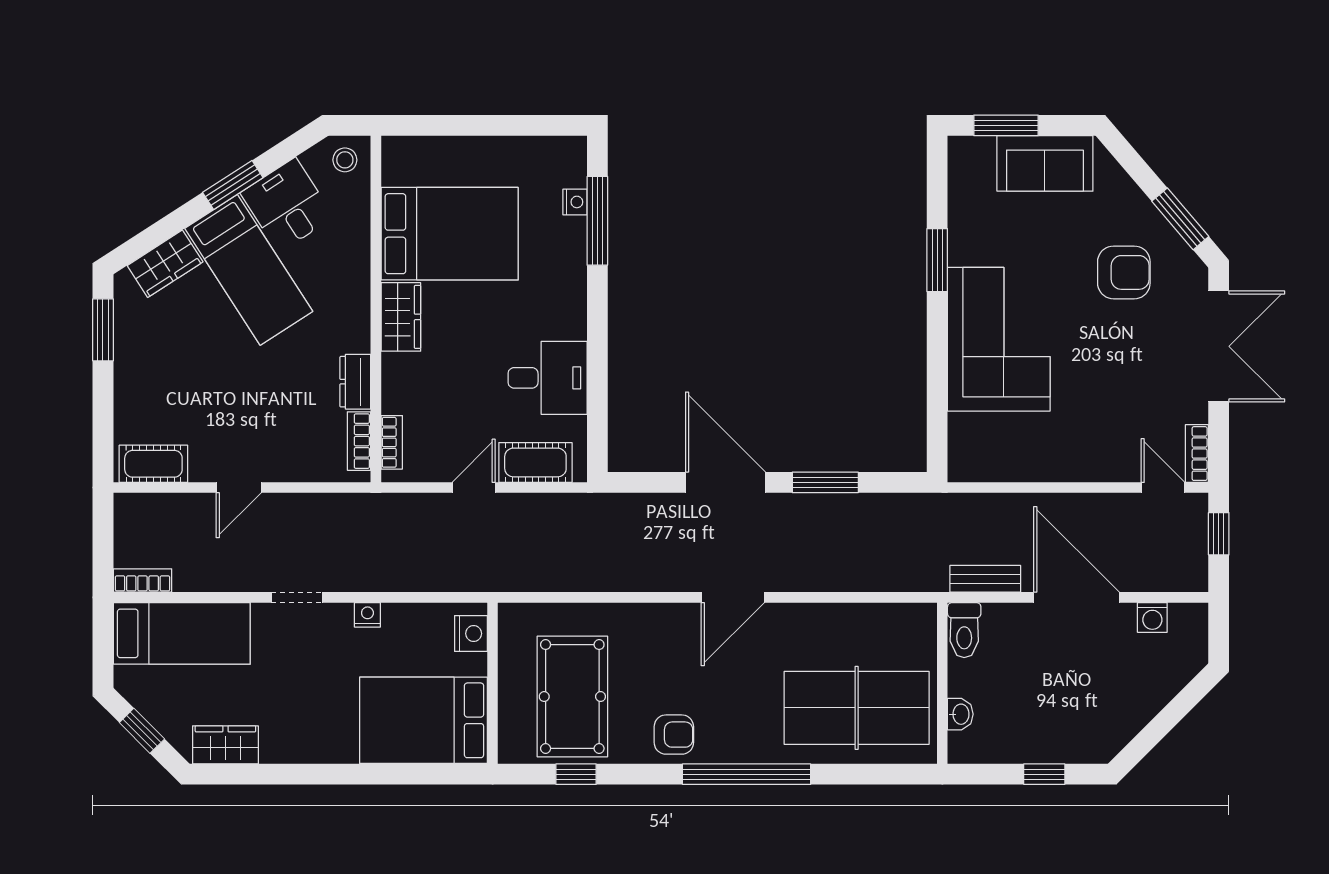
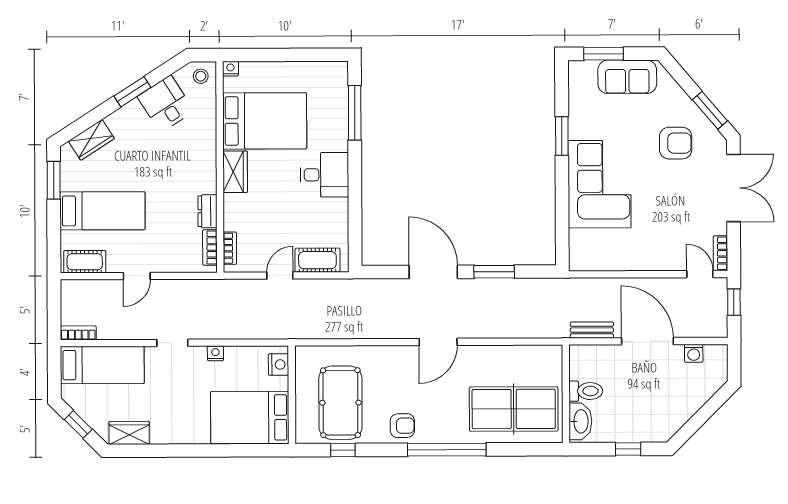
nightstand: (575, 202) -> (230, 69), moved, turned -90
bed: (249, 270) -> (102, 211), moved, turned -57
desk: (548, 378) -> (325, 175), moved
toilet: (964, 630) -> (586, 391), moved, turned -90
washbasin: (960, 714) -> (580, 421), width x1.91, depth x1.45

